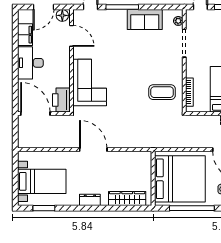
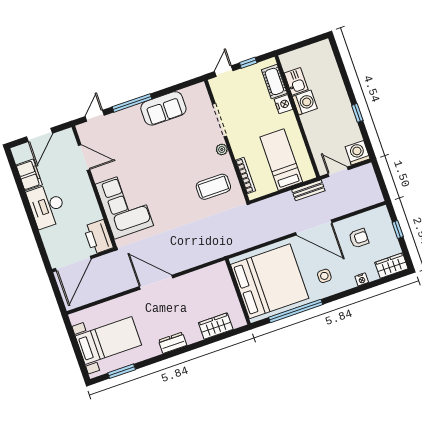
floor lamp: (62, 15) -> (65, 137), removed
plant: (178, 21) -> (222, 149), moved
door: (35, 114) -> (73, 263), swing flipped
wardrobe: (127, 199) -> (216, 326), width x0.67

